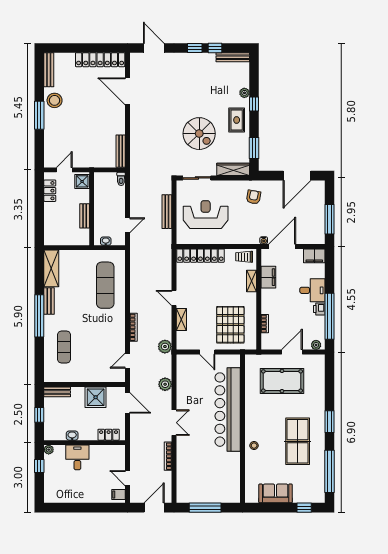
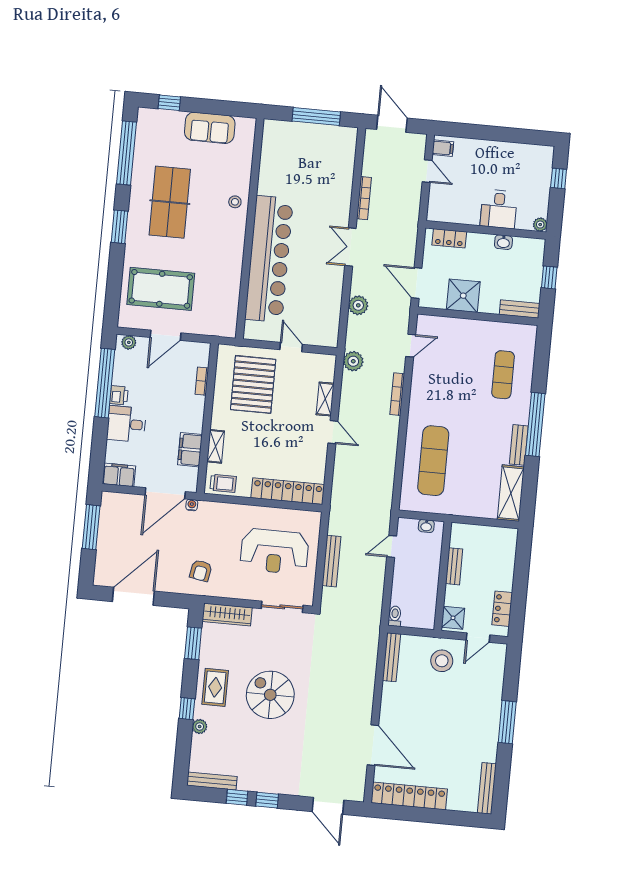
stool: (55, 100) -> (442, 661), moved
spiral stairs: (199, 134) -> (270, 695), moved
pool table: (282, 381) -> (161, 289), moved
window: (39, 466) -> (559, 178), moved
door: (154, 508) -> (392, 124), swing flipped

